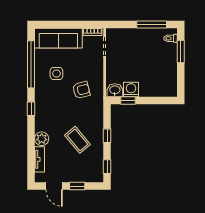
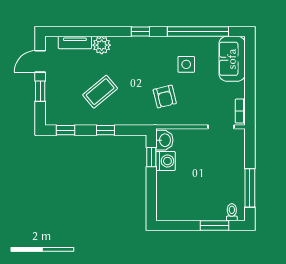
sofa: (58, 38) -> (232, 59), width x0.73

